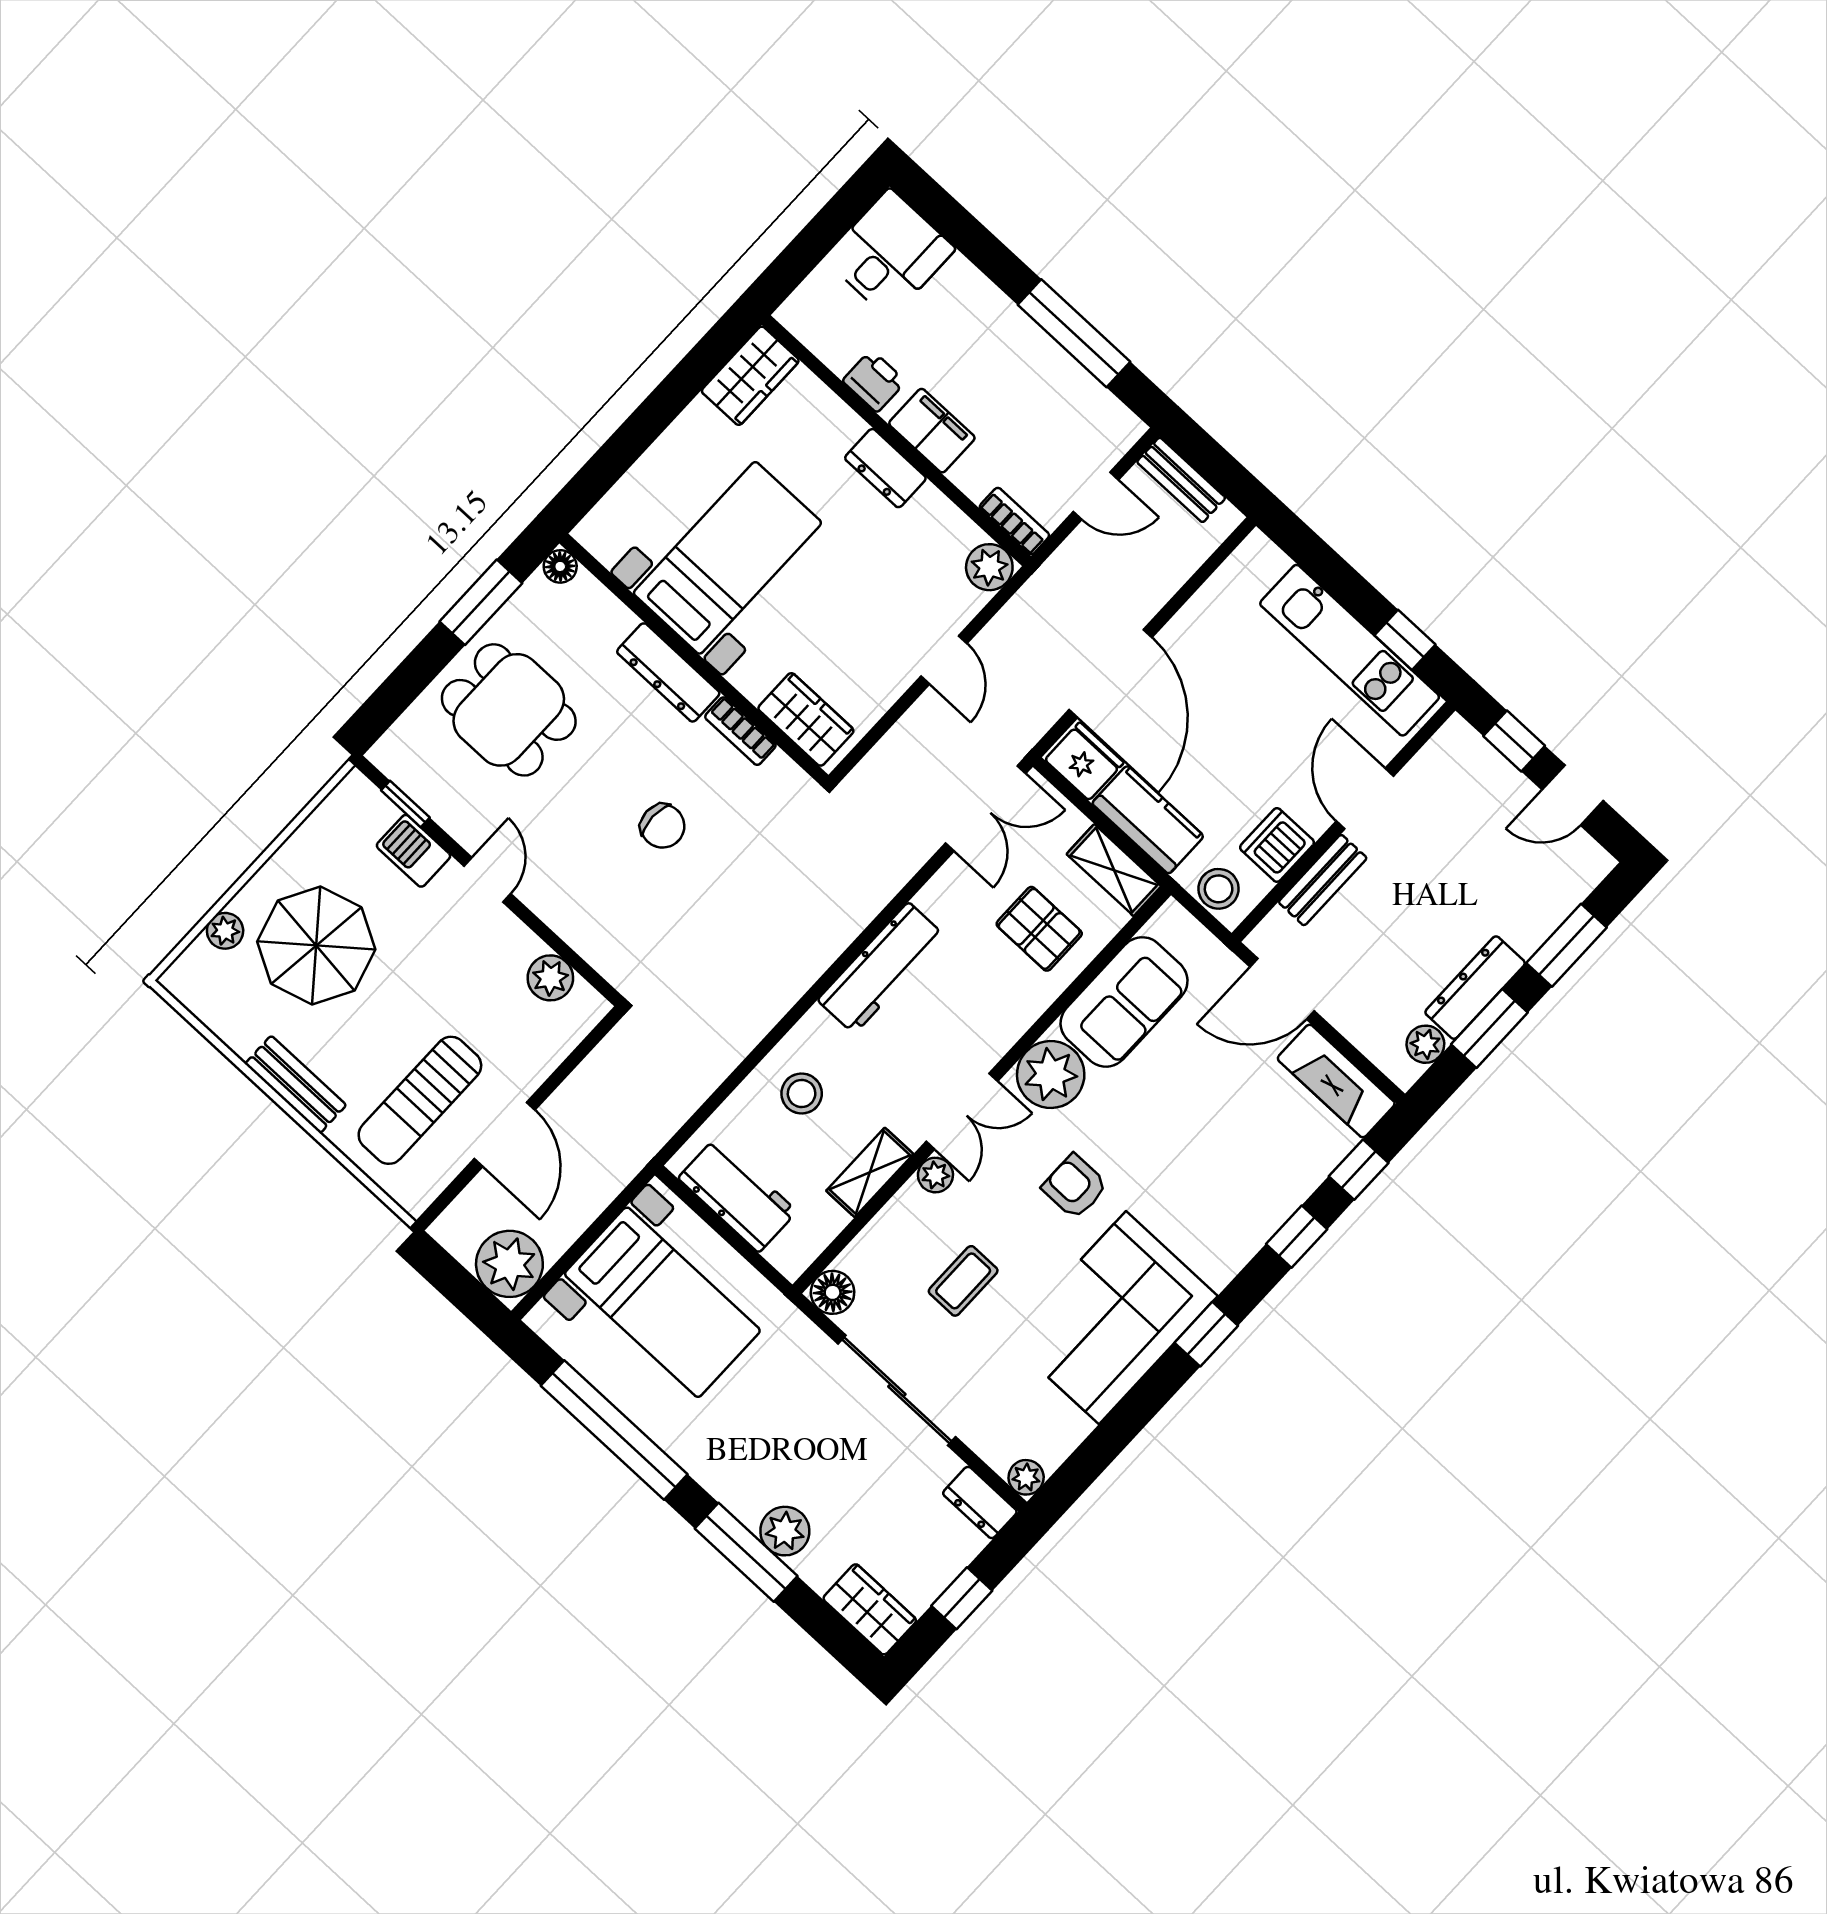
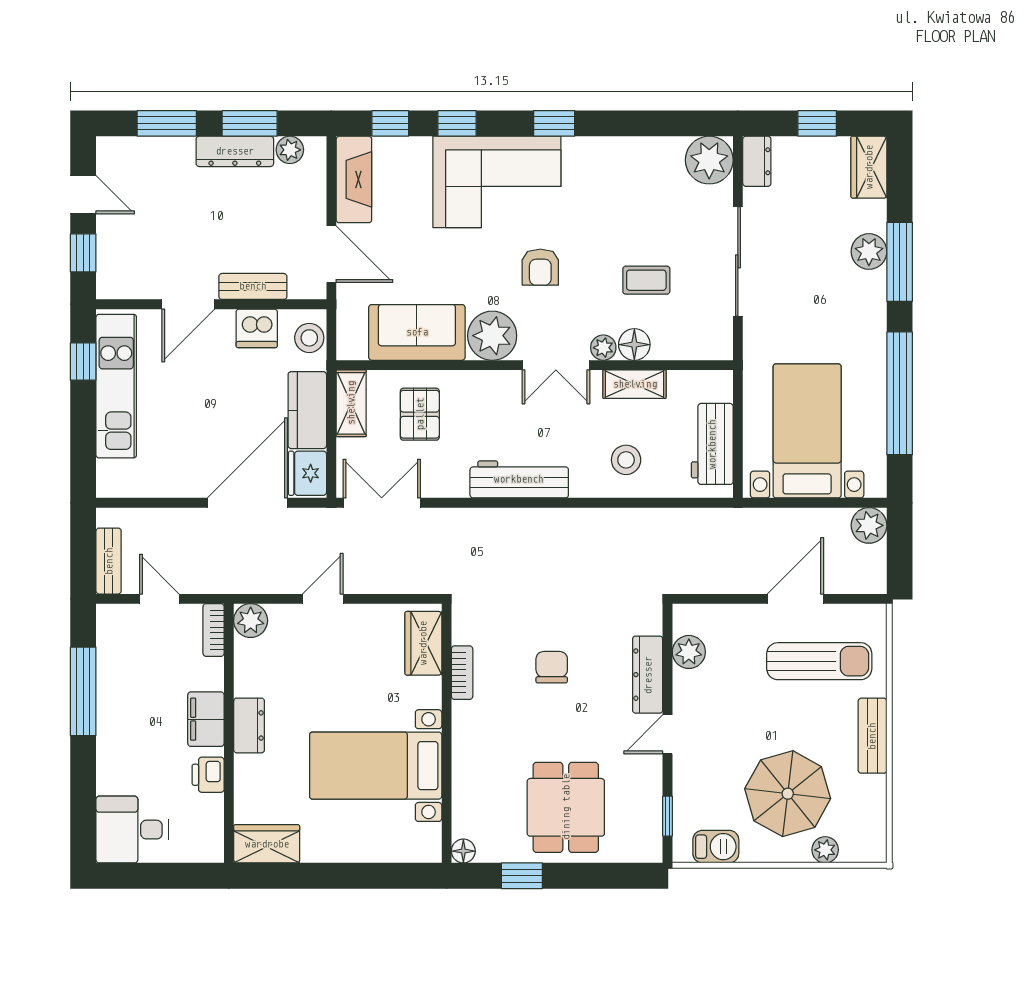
window: (481, 602) -> (522, 876), width x0.67
dresser: (668, 672) -> (648, 675), moved, turned 180
barbecue: (413, 851) -> (716, 847), moved, turned -90
double door: (962, 1111) -> (556, 365), swing flipped
plant: (509, 1264) -> (869, 525), width x0.73, depth x0.73
floor lamp: (833, 1292) -> (634, 345), moved
corner sofa: (1112, 1318) -> (497, 182), moved
plant: (1026, 1477) -> (709, 160), width x1.88, depth x1.88

